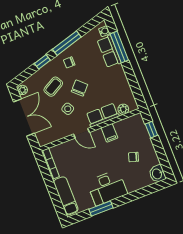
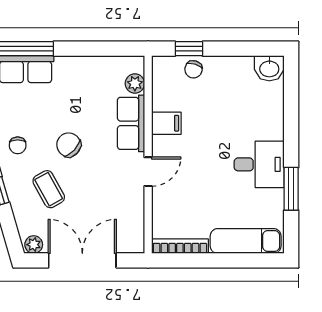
side table: (68, 109) -> (97, 179), removed
chair: (134, 157) -> (194, 69), moved
desk: (107, 188) -> (259, 164), width x0.73

